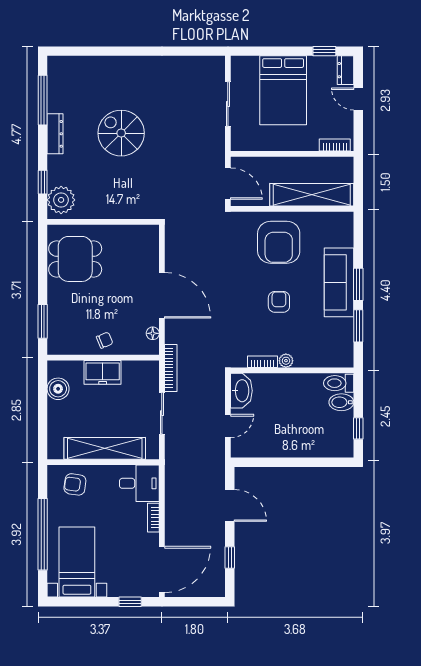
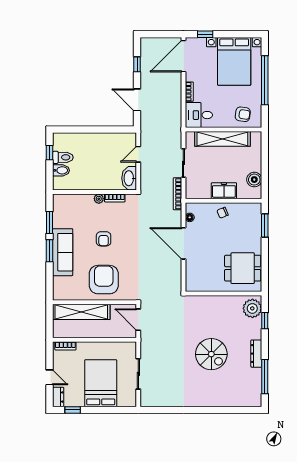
toilet: (339, 383) -> (63, 157), moved
bed with nightstands: (77, 562) -> (234, 61), width x1.36

